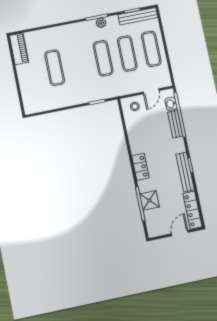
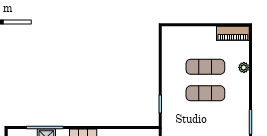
plant: (101, 23) -> (244, 68), moved
exercise mat: (103, 58) -> (205, 93), moved

